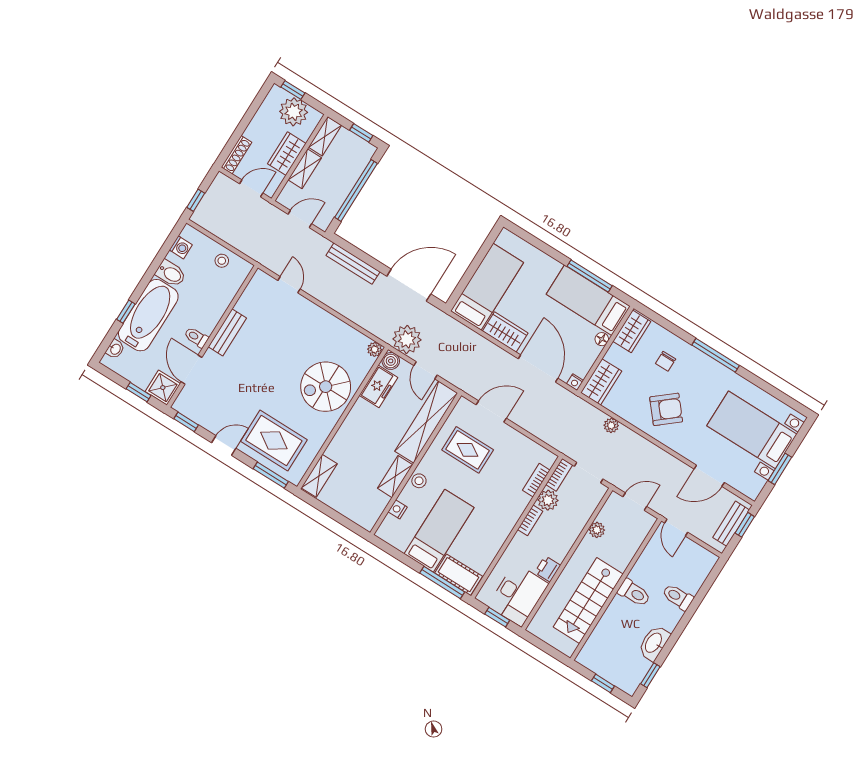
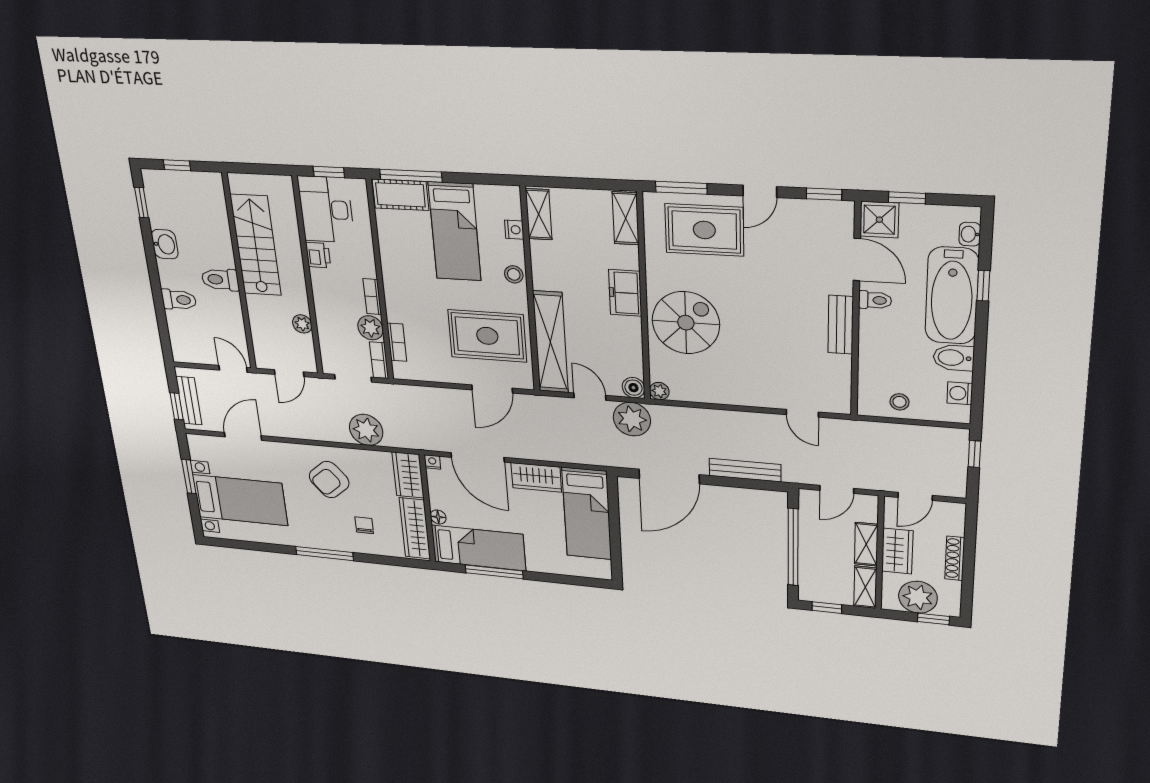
shoe rack: (236, 155) -> (955, 558), moved
wardrobe: (632, 331) -> (415, 528), width x1.50
freezer: (378, 386) -> (625, 293), moved
plant: (611, 425) -> (366, 430), width x1.88, depth x1.88
rug: (468, 450) -> (487, 336), width x1.36, depth x1.43
shelving: (395, 477) -> (539, 214), moved
washbasin: (654, 643) -> (165, 244), width x0.72

